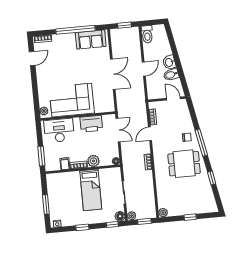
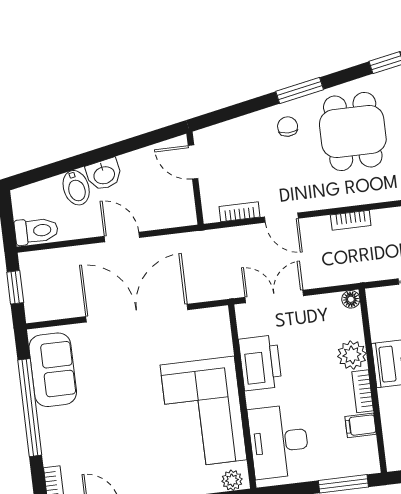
double door: (113, 74) -> (137, 313), width x1.36
bidet: (171, 75) -> (76, 188), moved
door: (173, 99) -> (193, 162), hinge flipped
window: (201, 143) -> (300, 90), width x0.69

